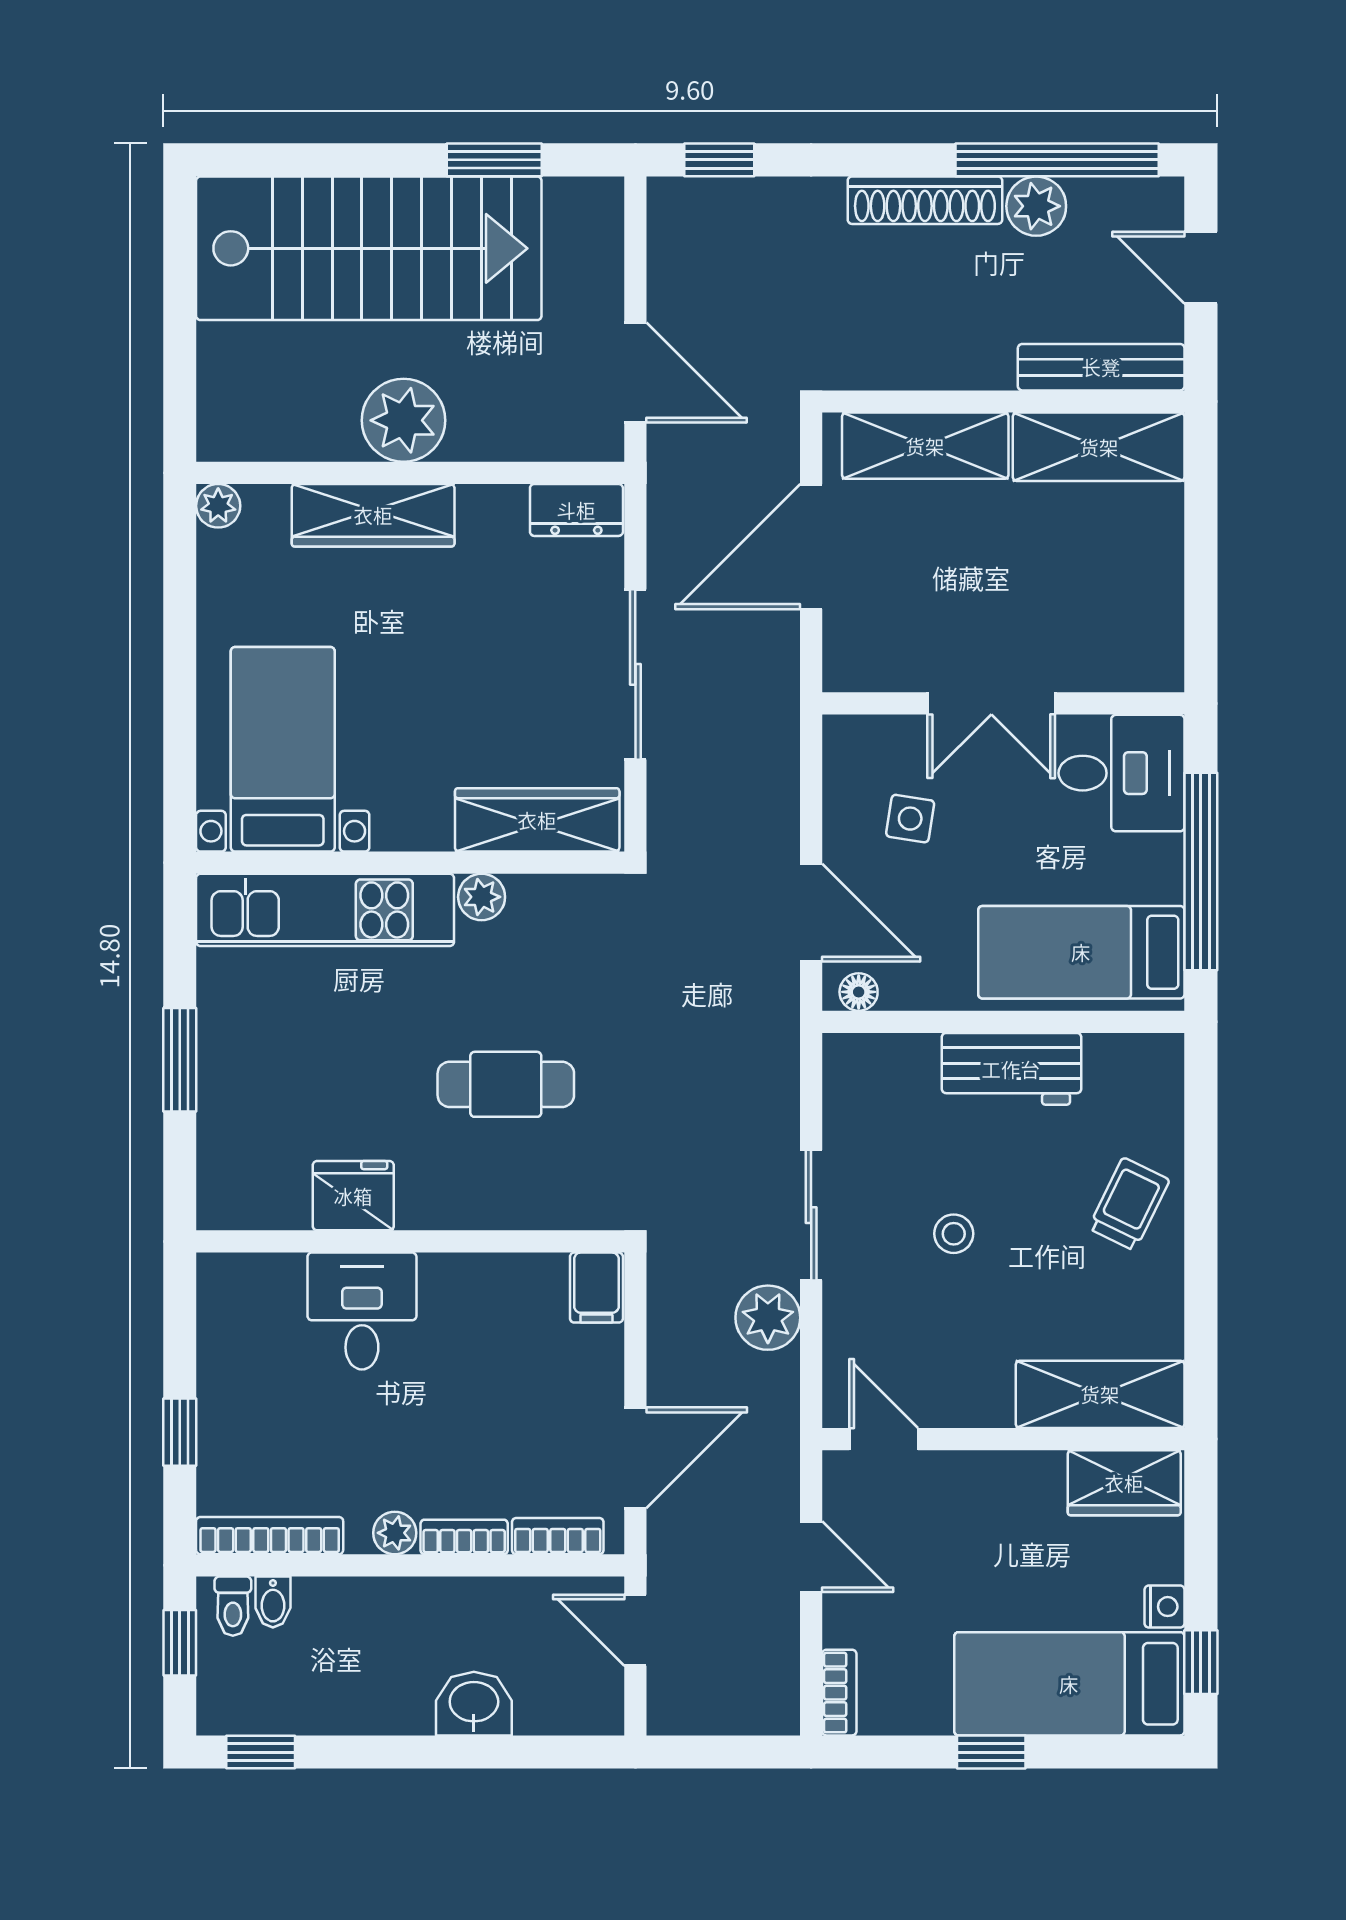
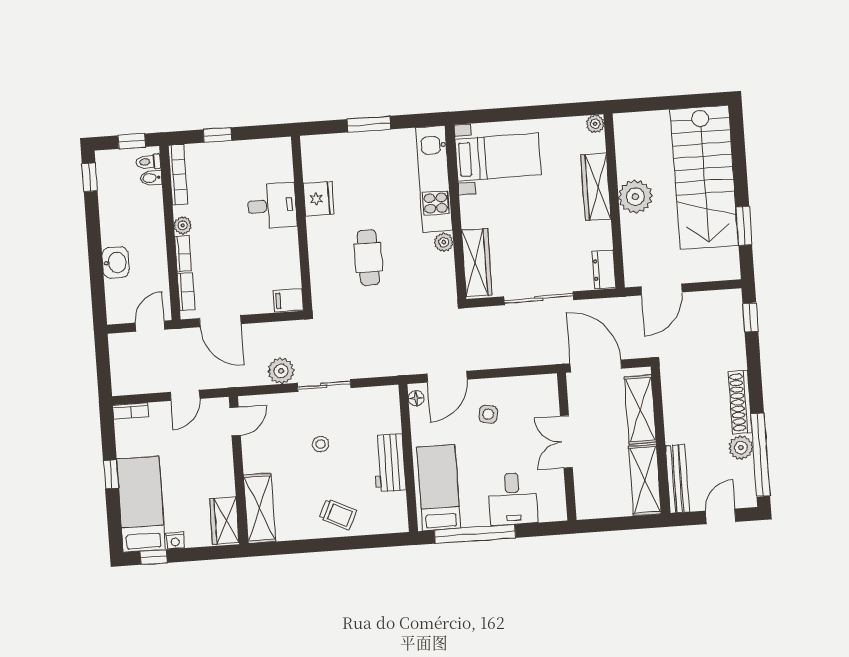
double door: (991, 703) -> (566, 442), moved
wall: (1003, 703) -> (567, 447), moved

